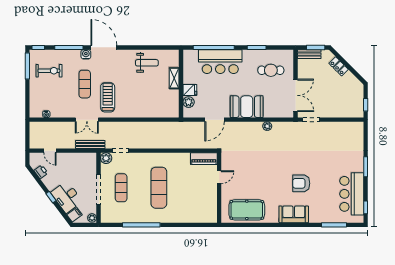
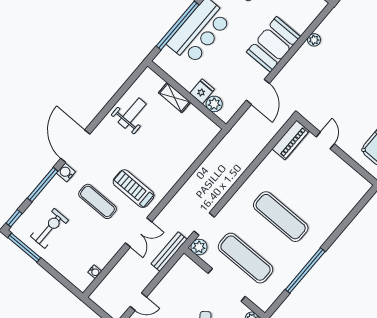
door: (104, 47) -> (75, 146), hinge flipped
exercise mat: (121, 188) -> (245, 258), width x1.36, depth x1.45

